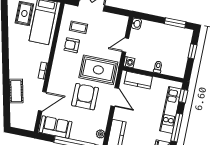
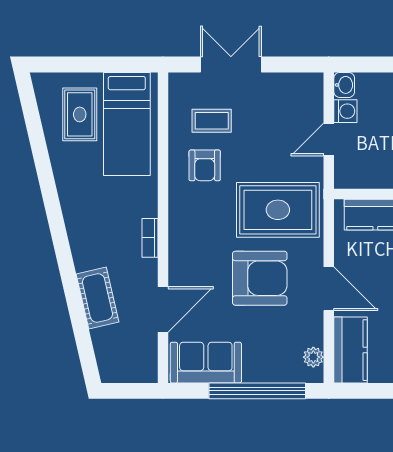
armchair: (72, 45) -> (205, 165), turned -90
washing machine: (129, 62) -> (345, 111), moved
armchair: (85, 97) -> (260, 278), turned 90
door: (115, 97) -> (329, 289), moved

